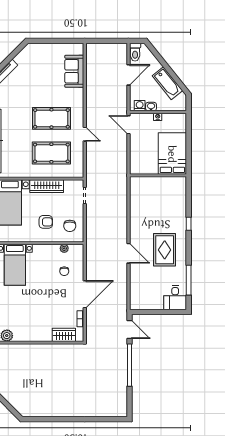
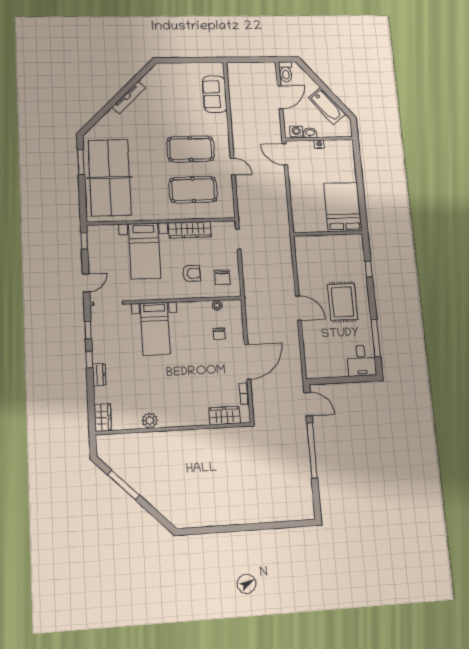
bed: (172, 154) -> (343, 207), moved
wall: (158, 175) -> (328, 233), moved

